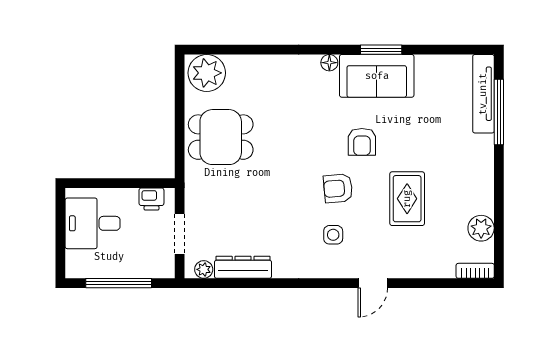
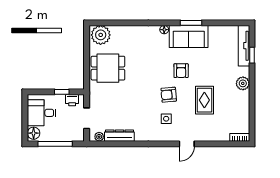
window: (499, 112) -> (252, 55), width x0.46
window: (132, 183) -> (62, 92), added
plant: (481, 228) -> (243, 83), moved
floor lamp: (77, 263) -> (34, 133), added

